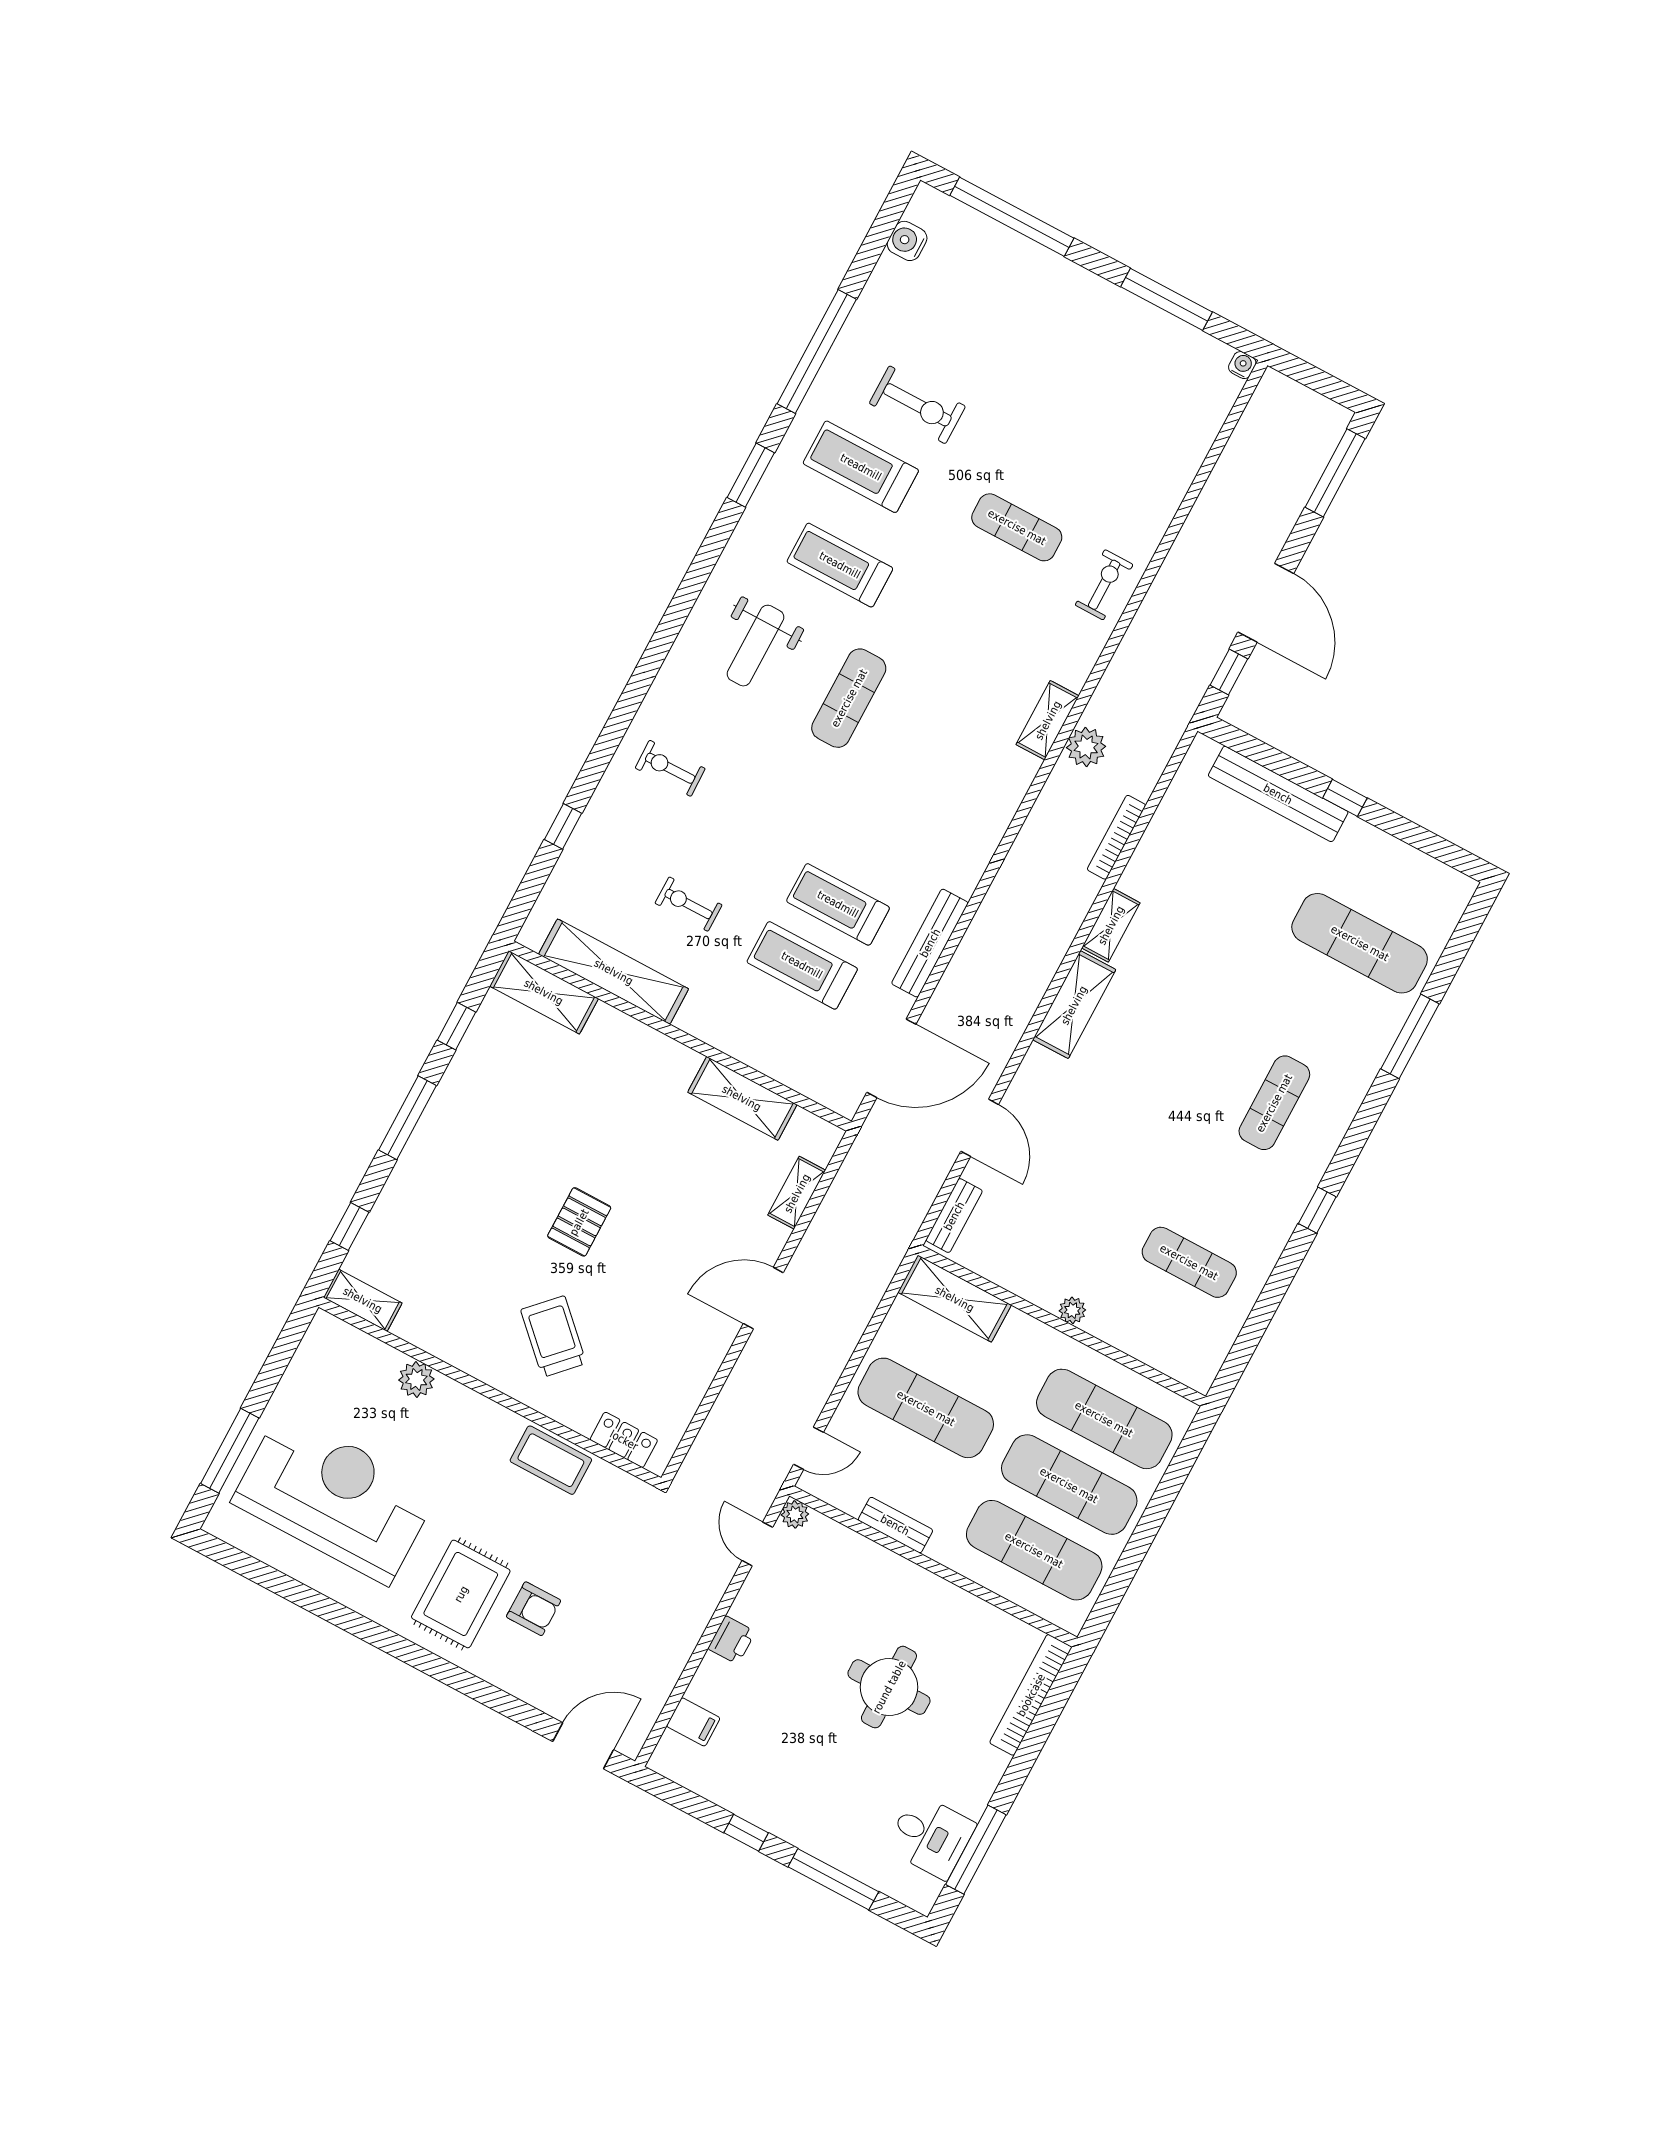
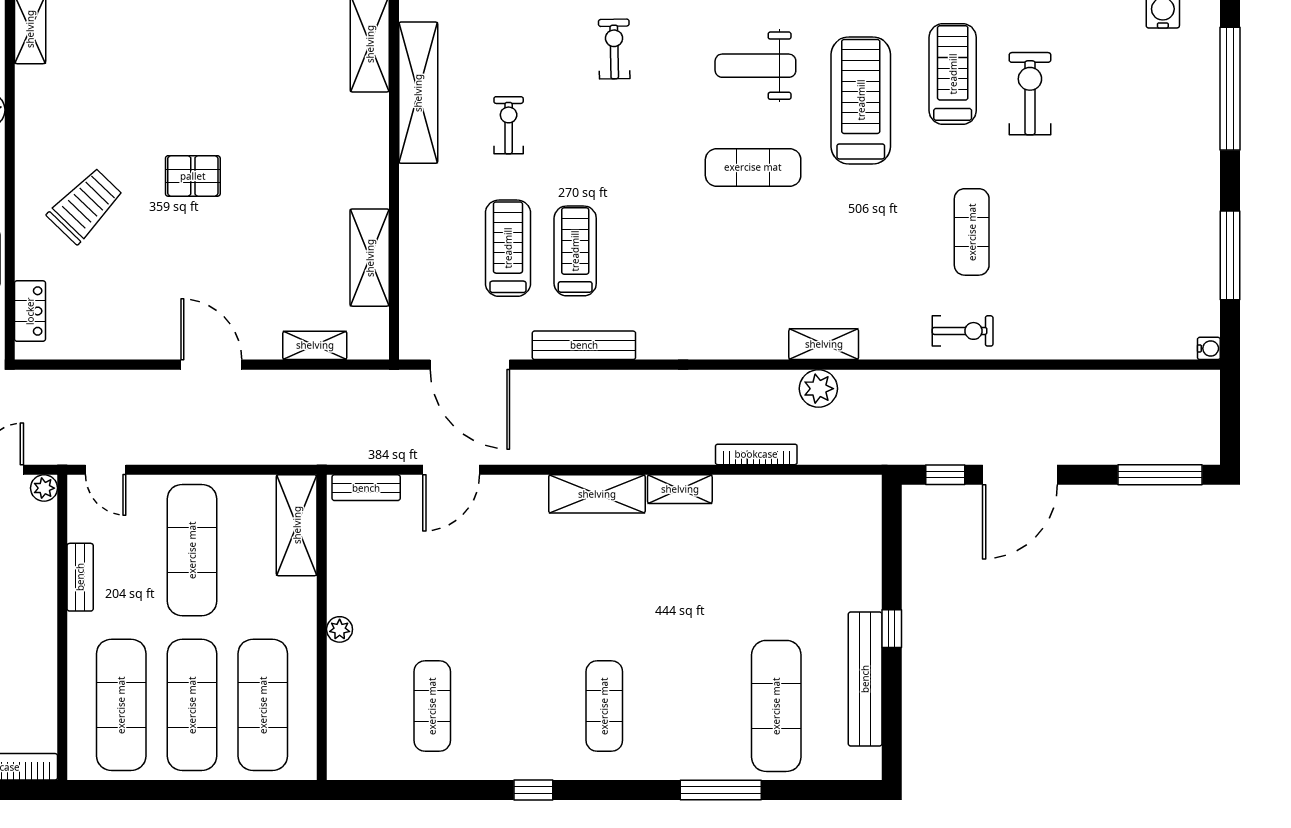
exercise bike: (917, 405) -> (1030, 94), turned 180
treadmill: (840, 565) -> (861, 100), width x1.37, depth x1.38
bench: (1278, 794) -> (865, 679), moved
exercise mat: (1274, 1103) -> (604, 706), turned 90

